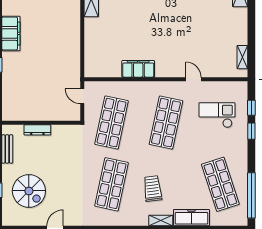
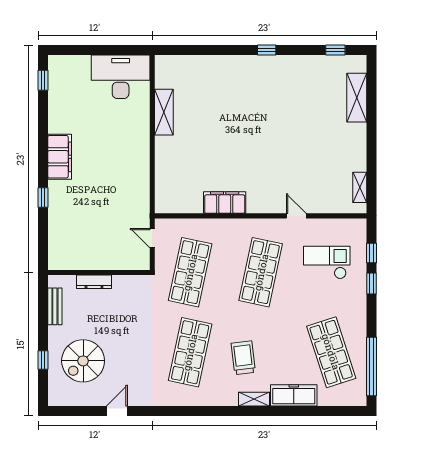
spiral stairs: (29, 191) -> (83, 361), turned 90

